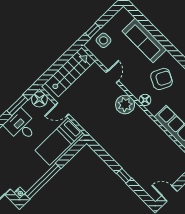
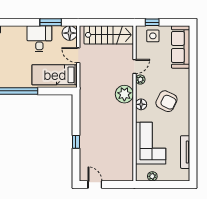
sofa: (144, 40) -> (181, 47), moved
plant: (126, 82) -> (140, 80), added

